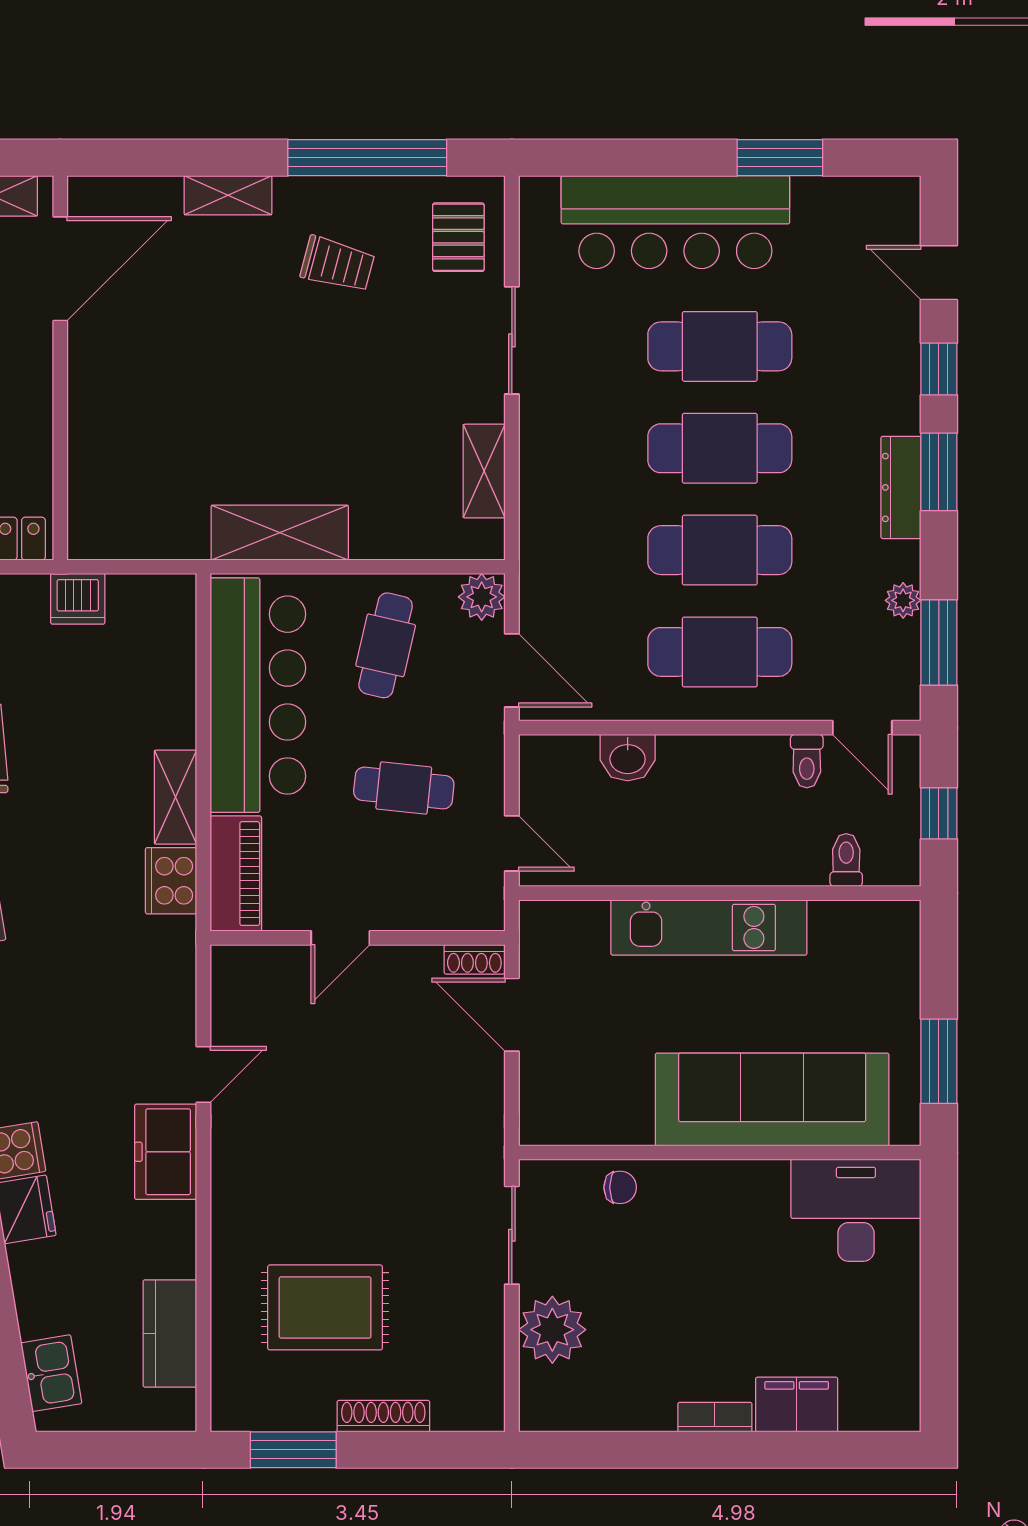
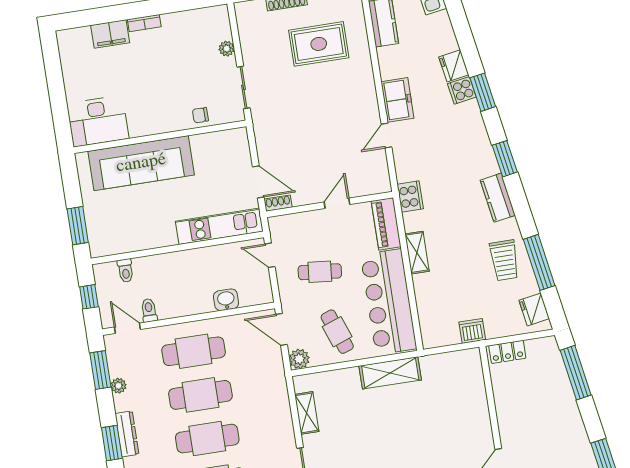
cafe table: (386, 645) -> (337, 332), turned -33
cooker: (171, 881) -> (410, 196), moved
kitchen unit: (709, 927) -> (219, 226), moved
window: (939, 1061) -> (78, 226), moved
plant: (552, 1330) -> (227, 49), width x0.53, depth x0.53

